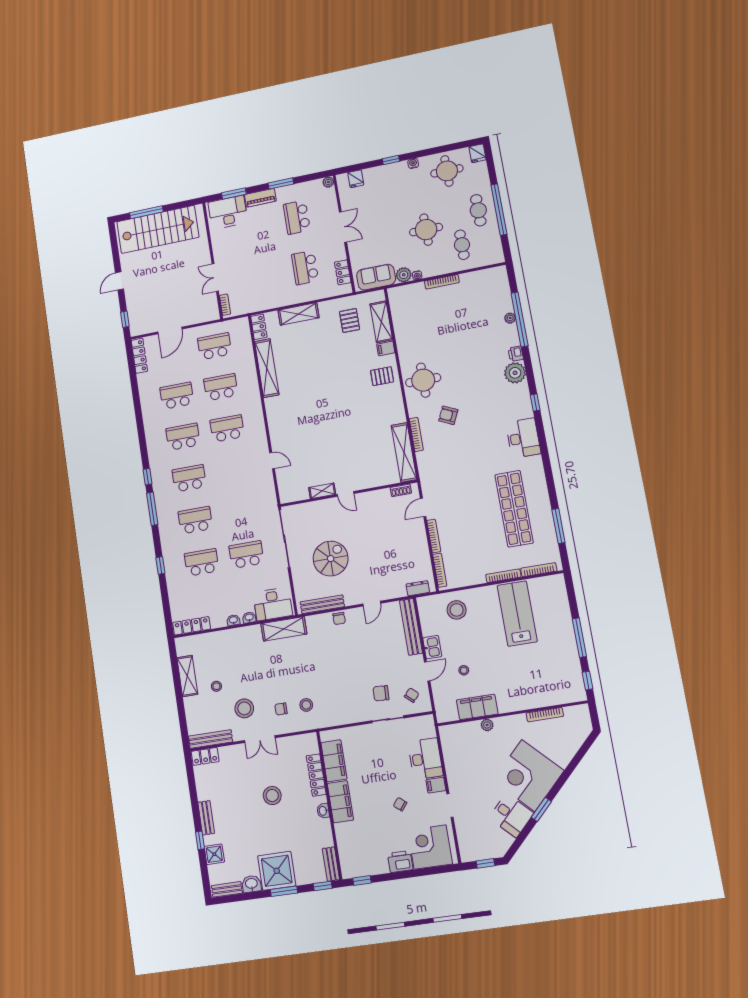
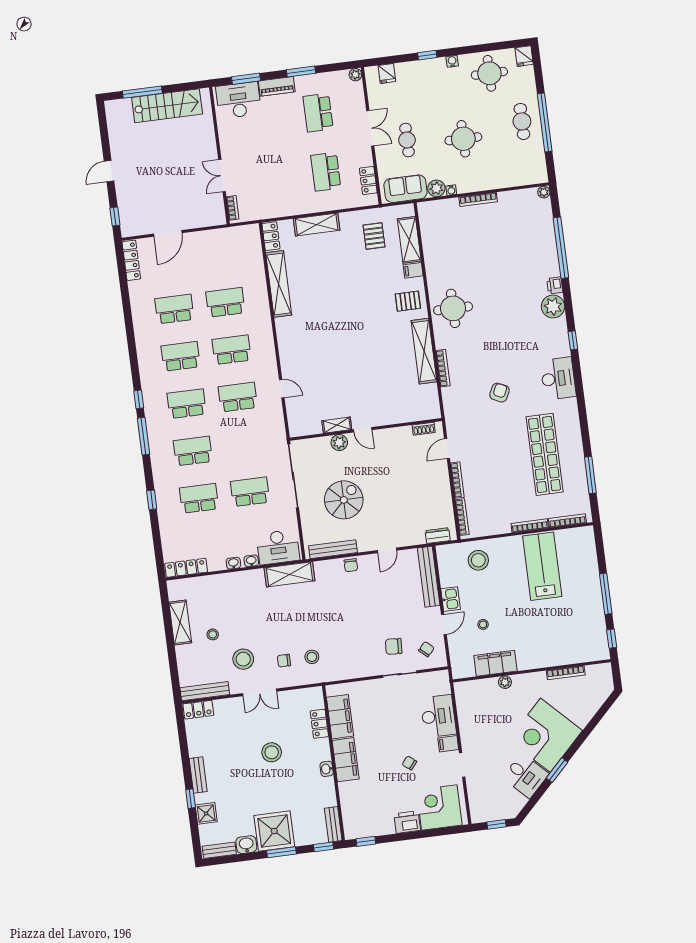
stairs: (158, 229) -> (167, 106), width x0.73, depth x0.66
cafe table: (462, 245) -> (407, 140), moved
plant: (510, 318) -> (544, 192), moved
school desk: (214, 346) -> (238, 397), moved
armchair: (448, 415) -> (500, 393), moved, turned 90
shelving: (404, 452) -> (424, 351), moved
plant: (325, 506) -> (339, 443), added
locker: (316, 775) -> (319, 724), width x0.66

